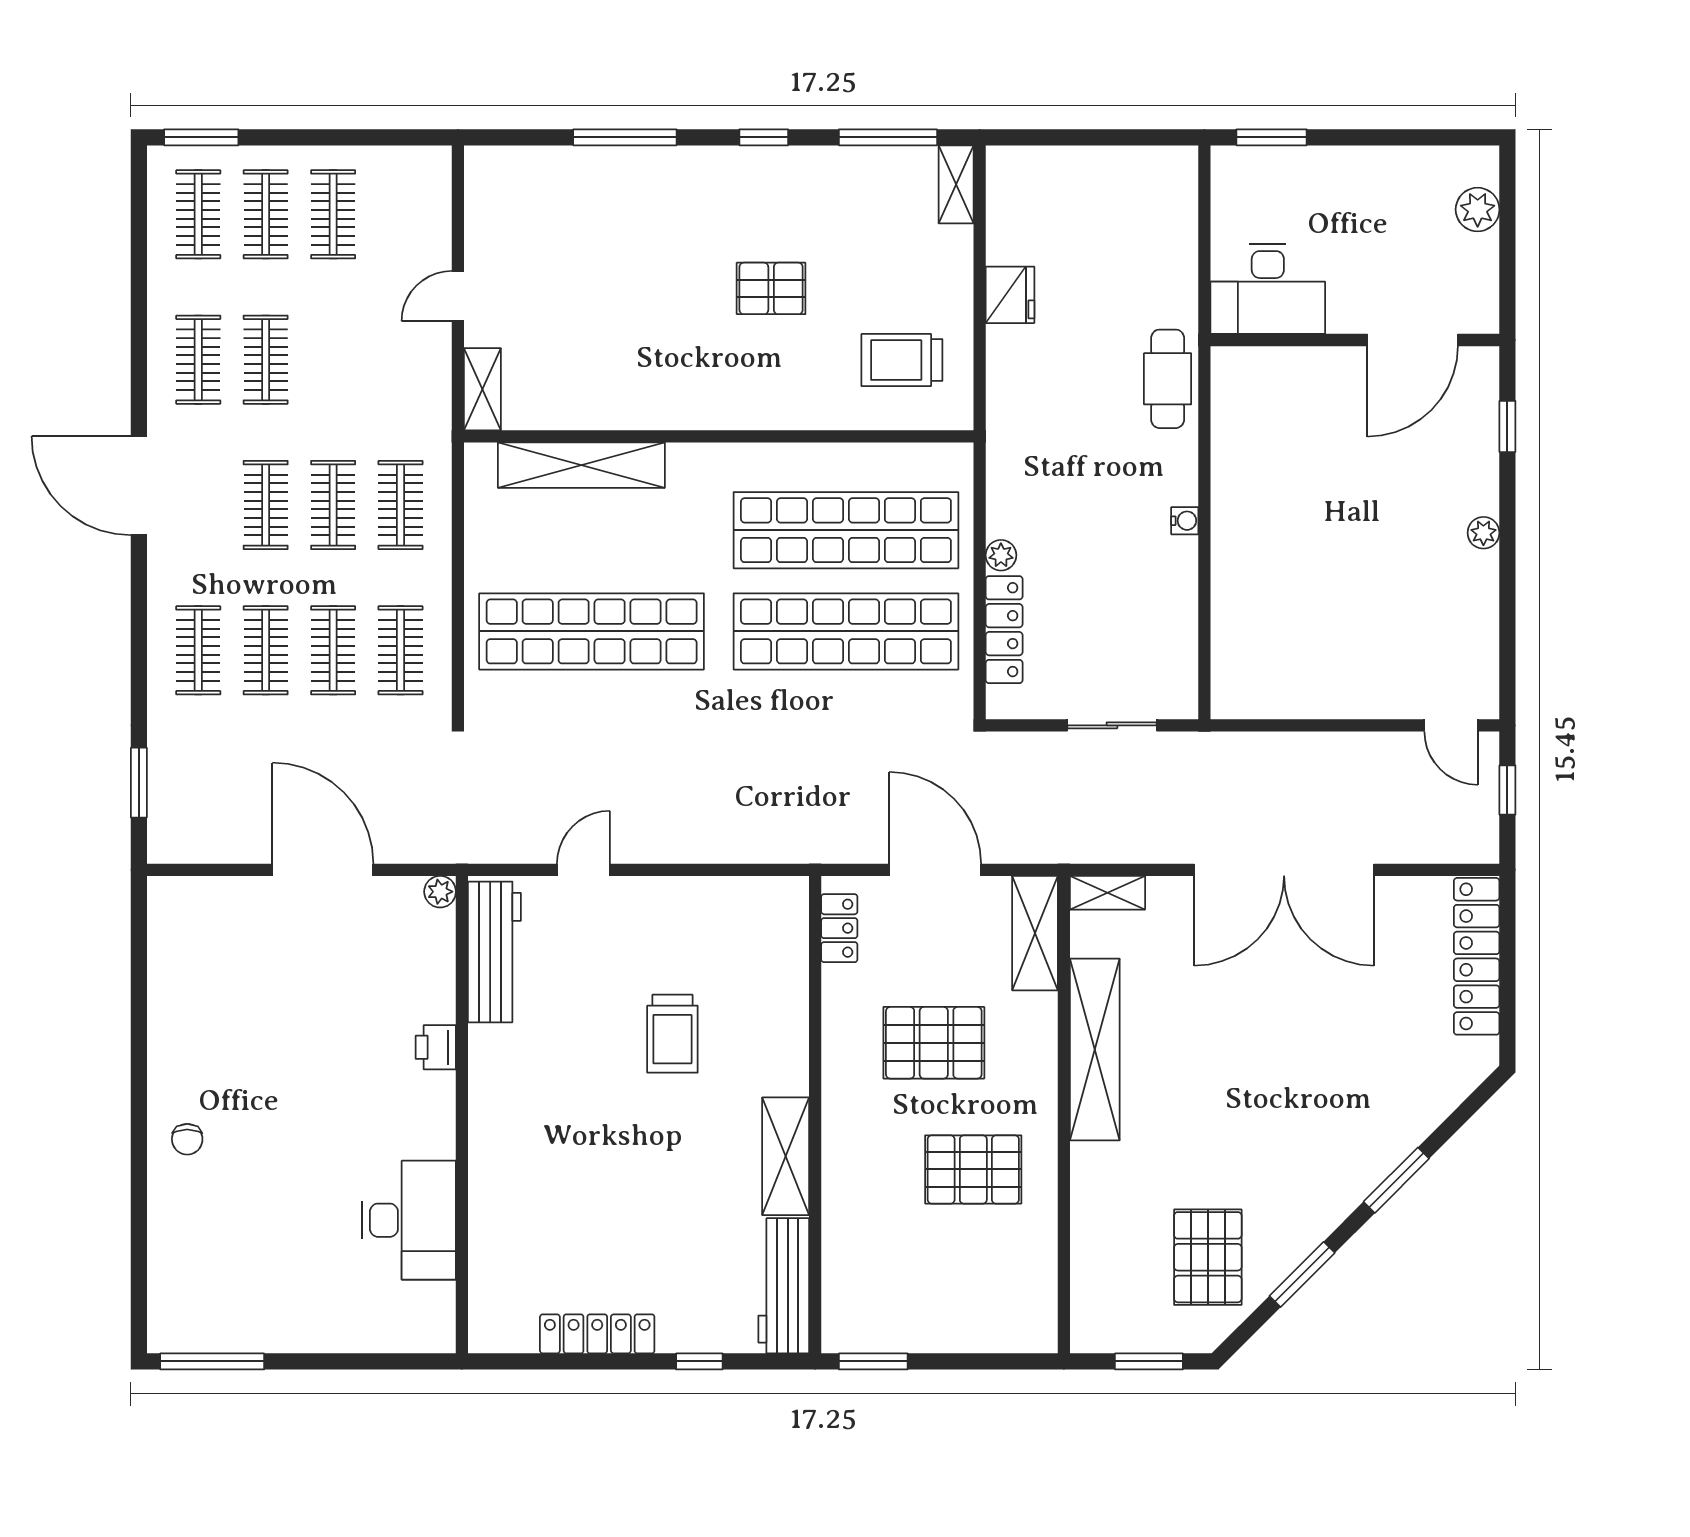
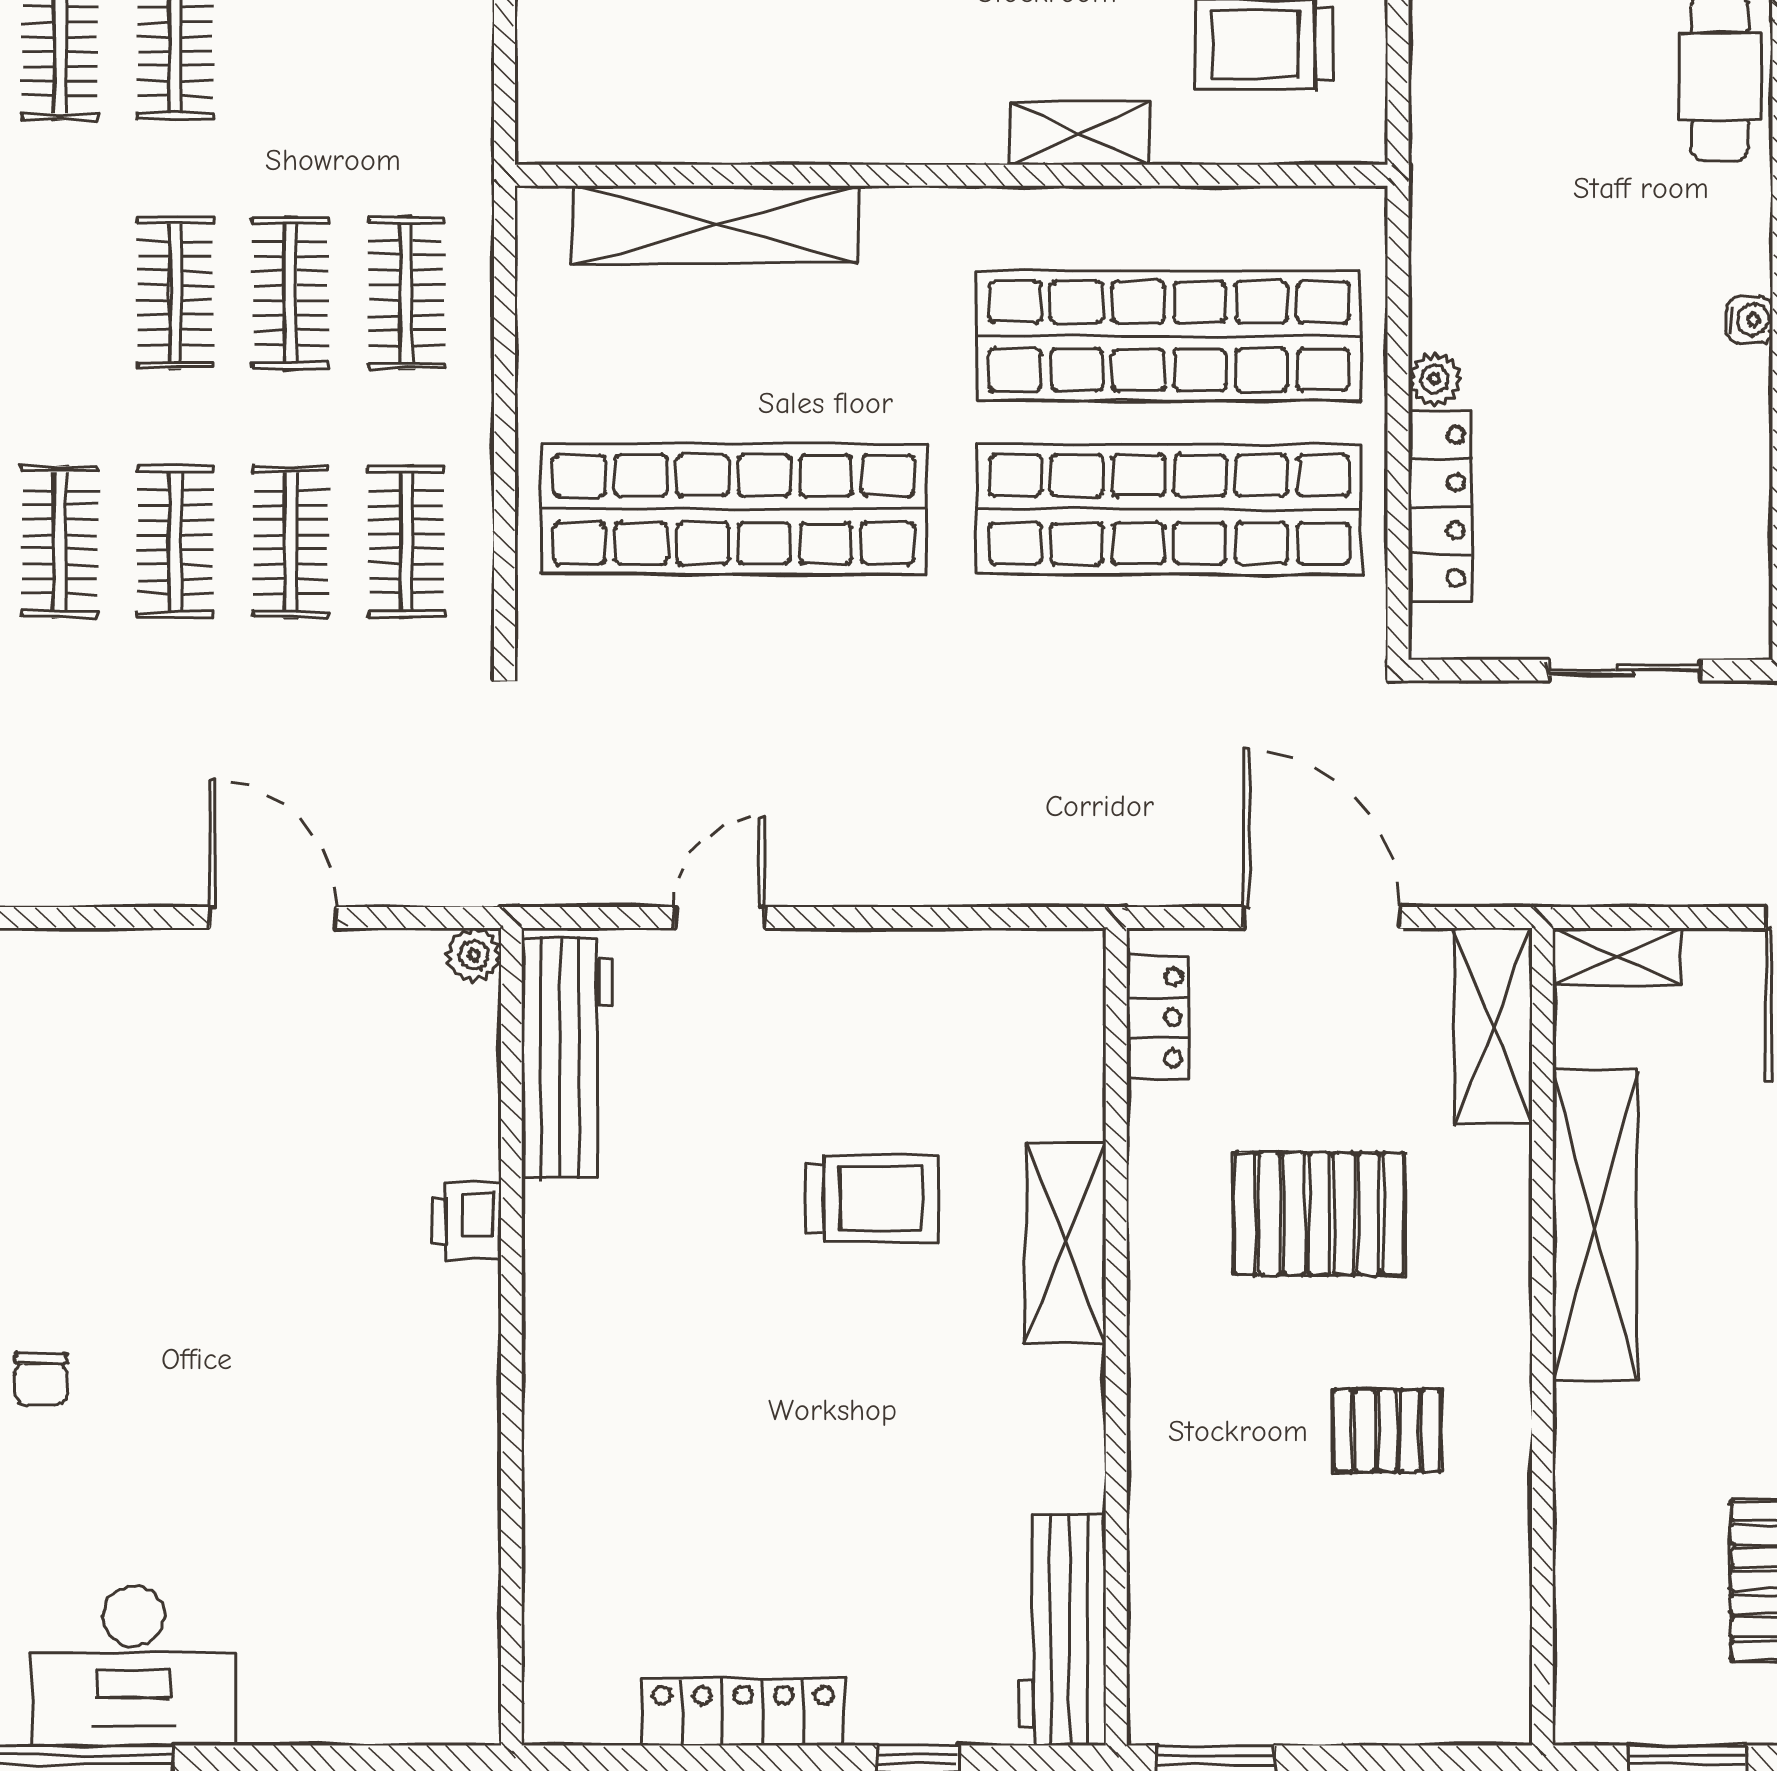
shelving: (482, 389) -> (1080, 133), moved, turned 90
door: (323, 870) -> (273, 918), width x0.73
trolley: (672, 1034) -> (872, 1198), turned -90
shelving: (786, 1156) -> (1066, 1243), moved
pallet: (973, 1169) -> (1387, 1431), width x0.67, depth x0.71
desk: (409, 1220) -> (134, 1666), moved, turned 90

